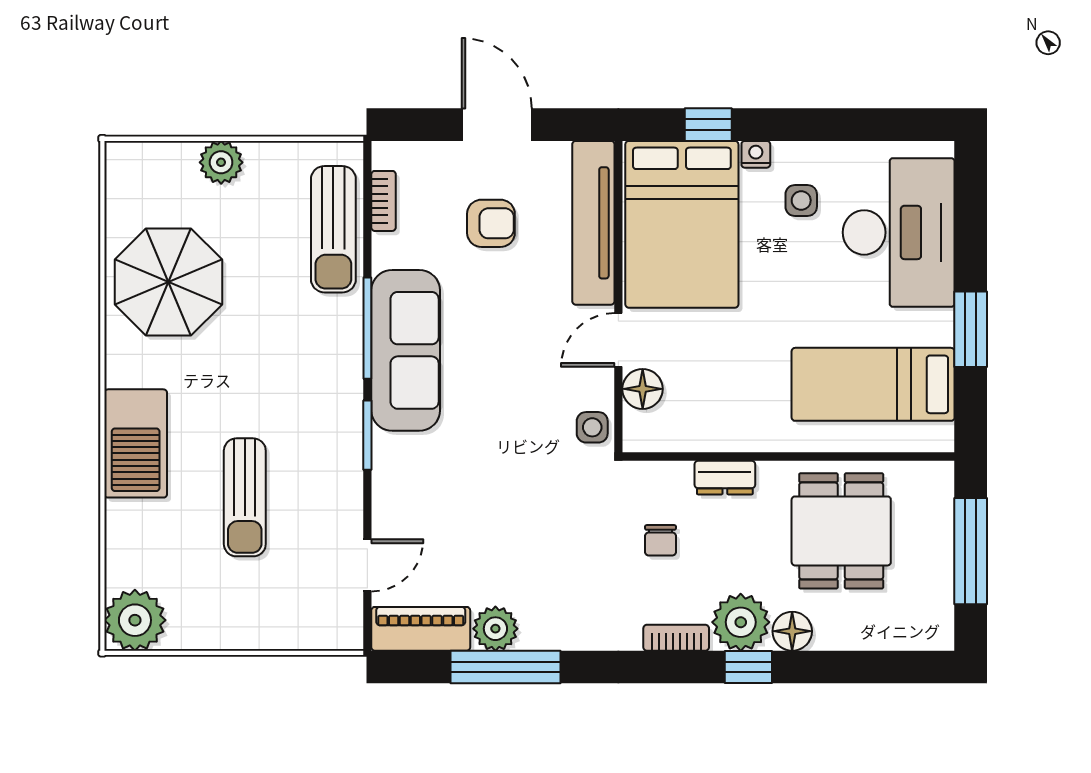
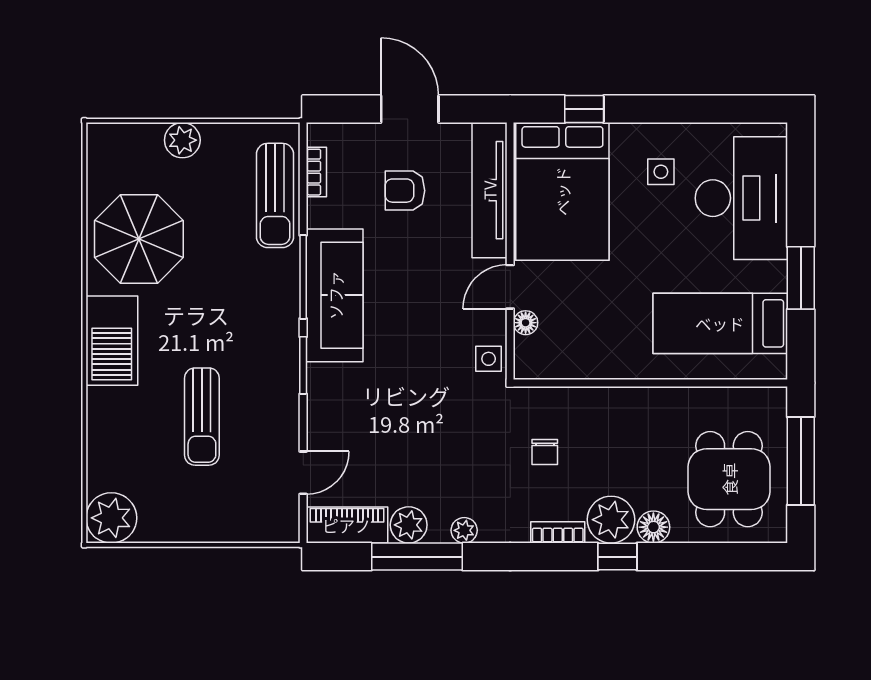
nightstand: (756, 154) -> (623, 134), removed
armchair: (491, 223) -> (405, 191), turned 180
floor lamp: (643, 389) -> (526, 323), width x0.73, depth x0.73
barbecue: (136, 443) -> (112, 341), moved
dresser: (725, 478) -> (598, 400), removed
dining table: (841, 531) -> (729, 479), moved
plant: (563, 635) -> (464, 530), added

